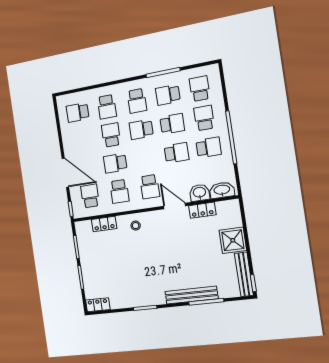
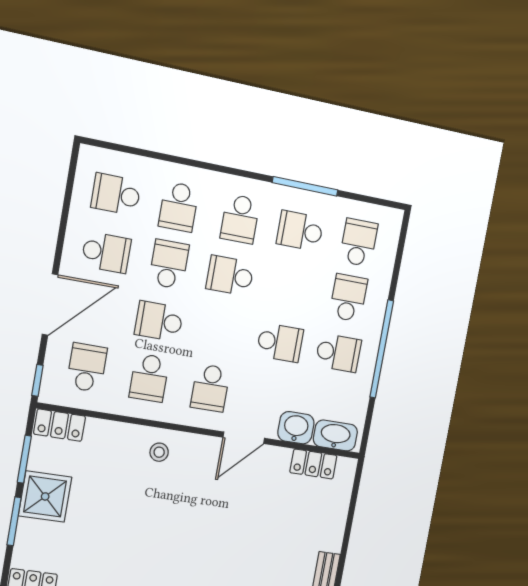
school desk: (172, 124) -> (106, 252), moved
door: (65, 173) -> (50, 305), hinge flipped
door: (174, 206) -> (244, 438), swing flipped
locker: (202, 210) -> (313, 464), moved
locker: (104, 224) -> (60, 425), moved
shower: (233, 240) -> (45, 496), moved

